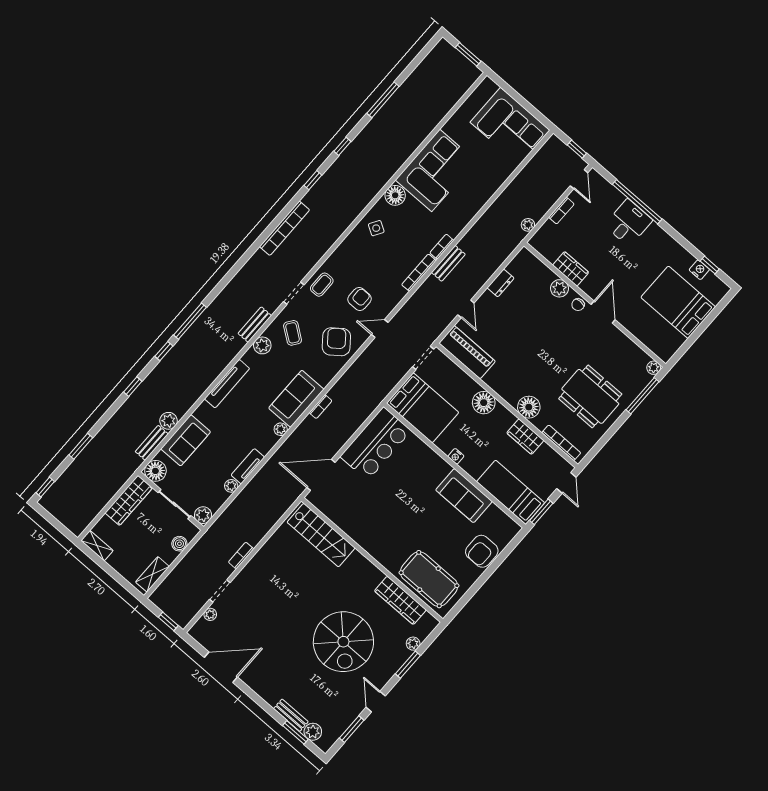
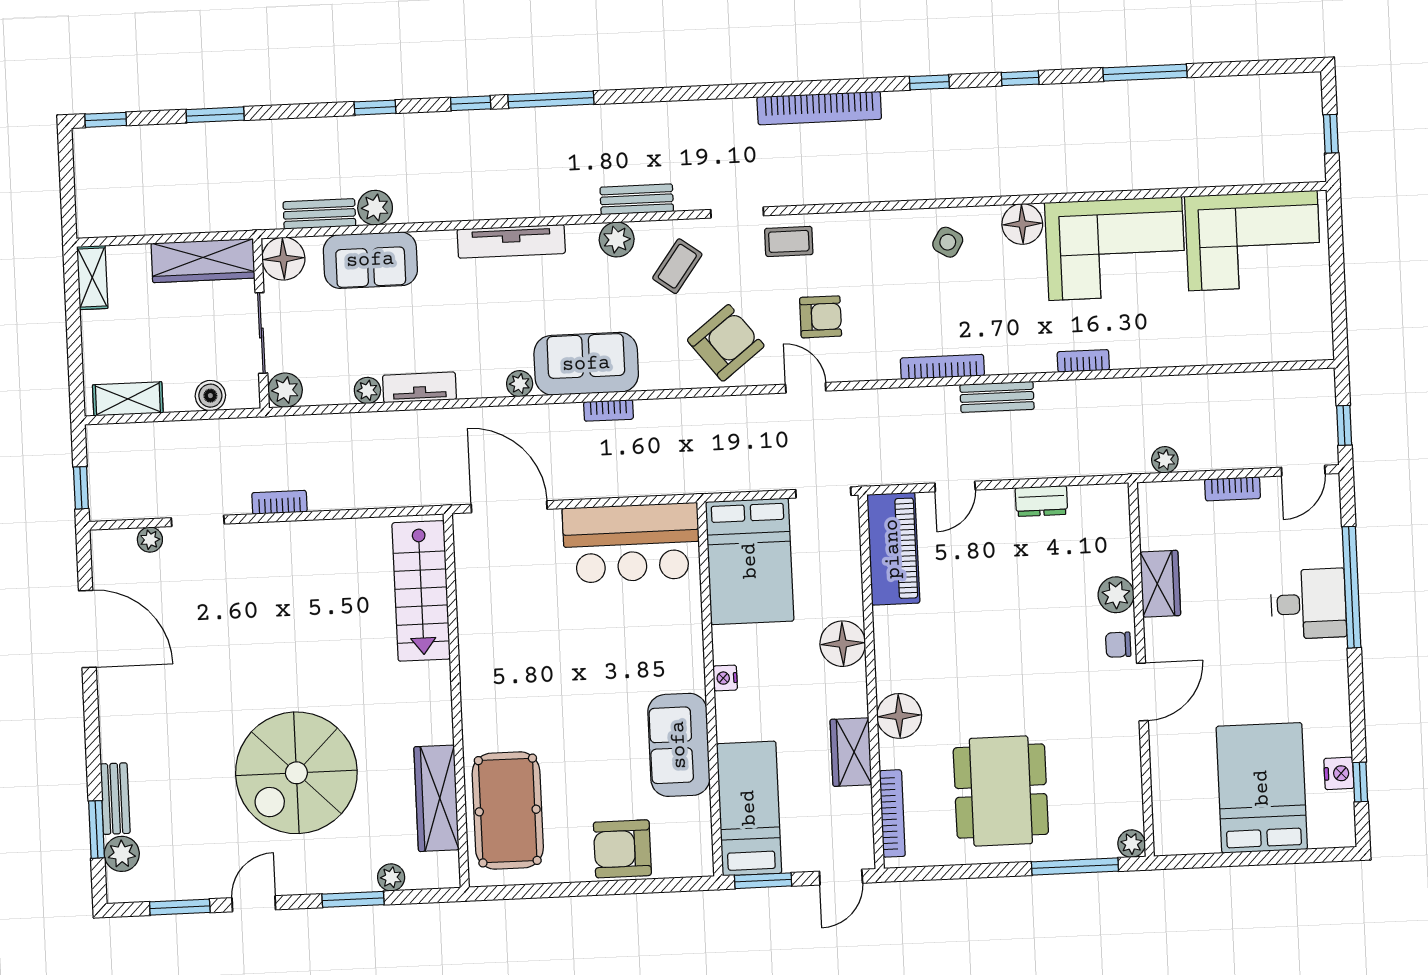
window: (468, 54) -> (1331, 134), width x0.67
corner sofa: (510, 126) -> (1253, 241), moved, turned -90
bookcase: (442, 247) -> (1083, 361), moved

